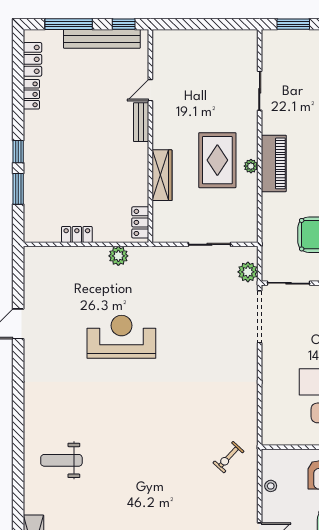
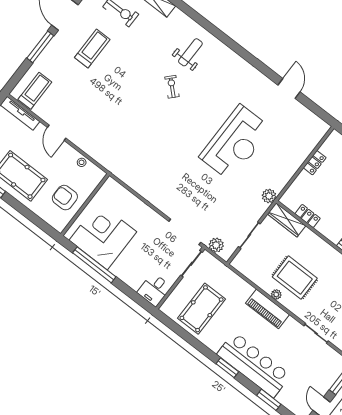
wardrobe: (162, 175) -> (287, 220), moved
locker: (140, 222) -> (308, 216), moved
plant: (118, 256) -> (269, 196), moved
reception desk: (121, 337) -> (235, 143), width x1.36, depth x1.30
exercise bike: (228, 457) -> (172, 87), moved

